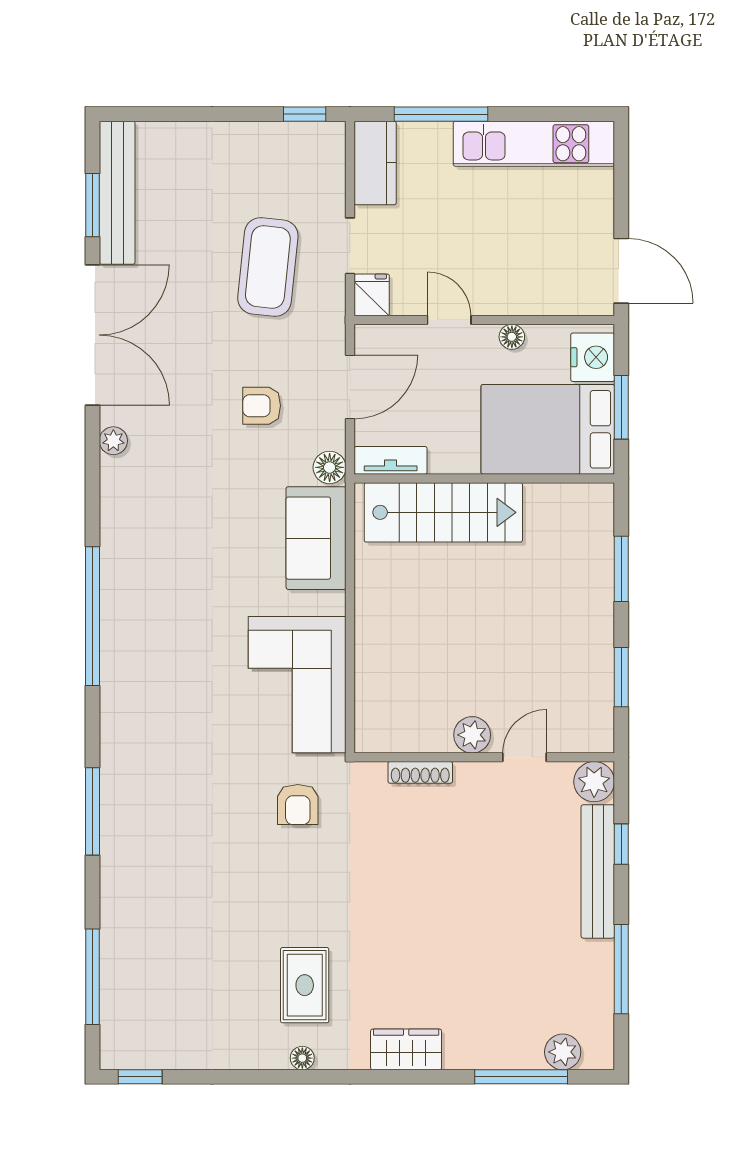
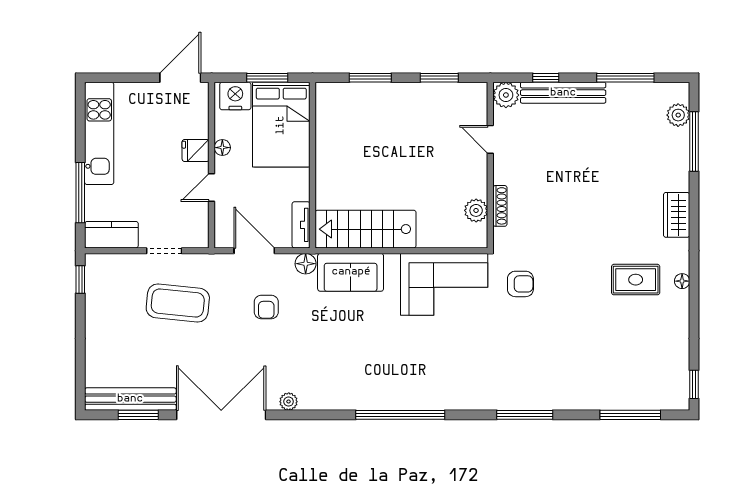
fridge: (372, 295) -> (196, 150), moved
stairs: (443, 512) -> (366, 229), moved, turned -90
plant: (472, 735) -> (476, 210), moved

